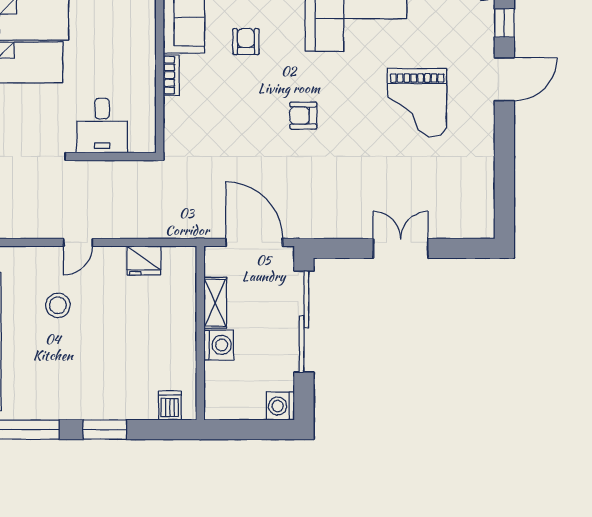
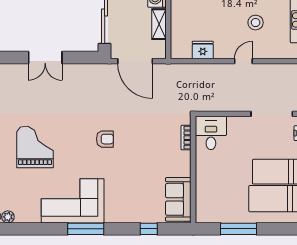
armchair: (246, 42) -> (140, 185), removed
bookcase: (171, 75) -> (186, 138), moved
desk: (102, 126) -> (211, 133), moved

